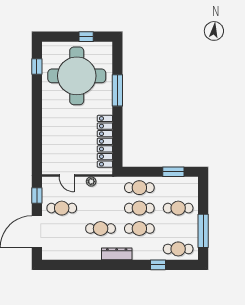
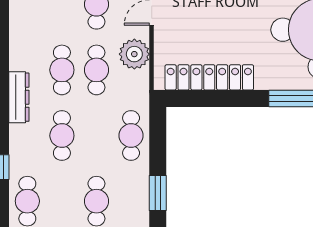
plant: (91, 182) -> (134, 54), width x1.87, depth x1.87
cafe table: (139, 208) -> (96, 70), moved

